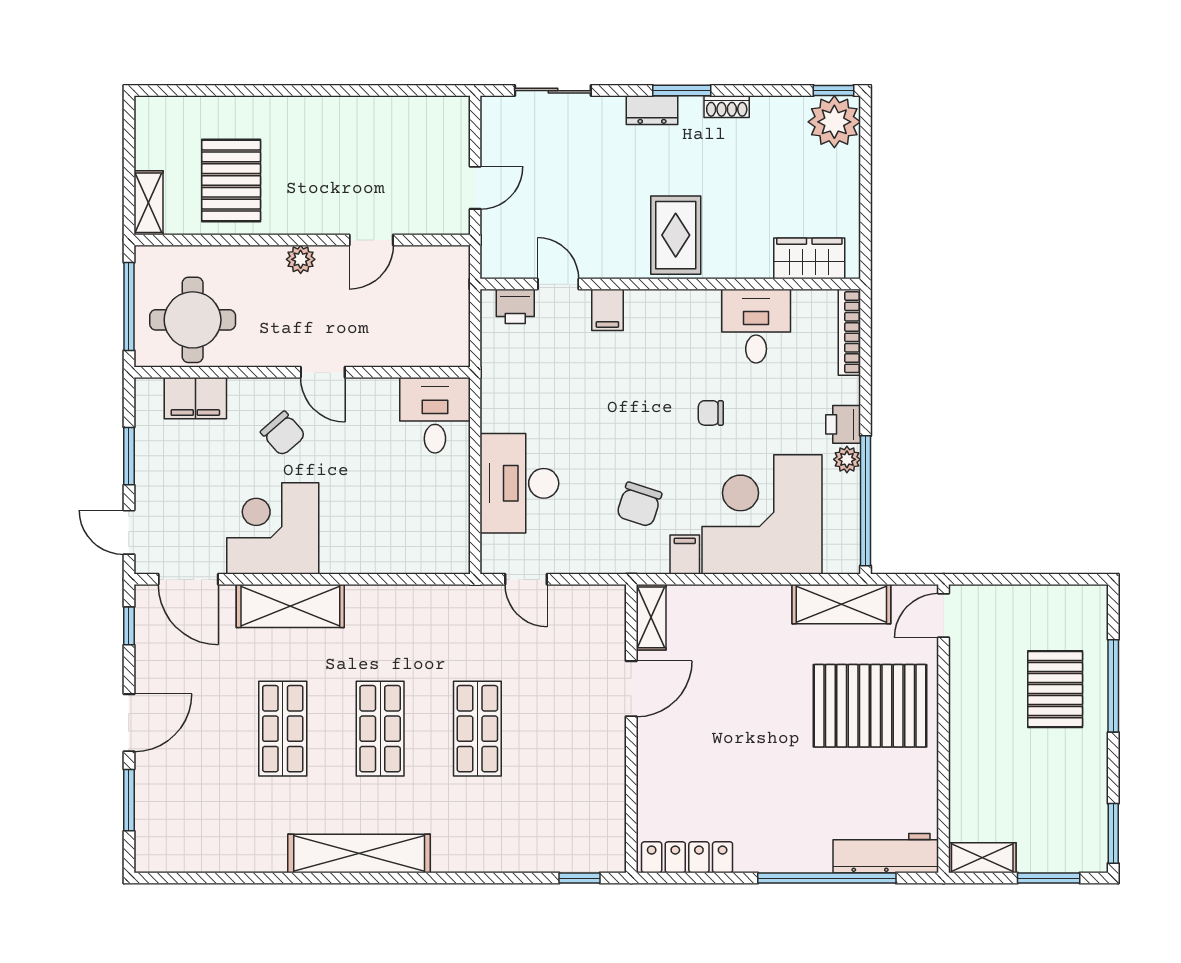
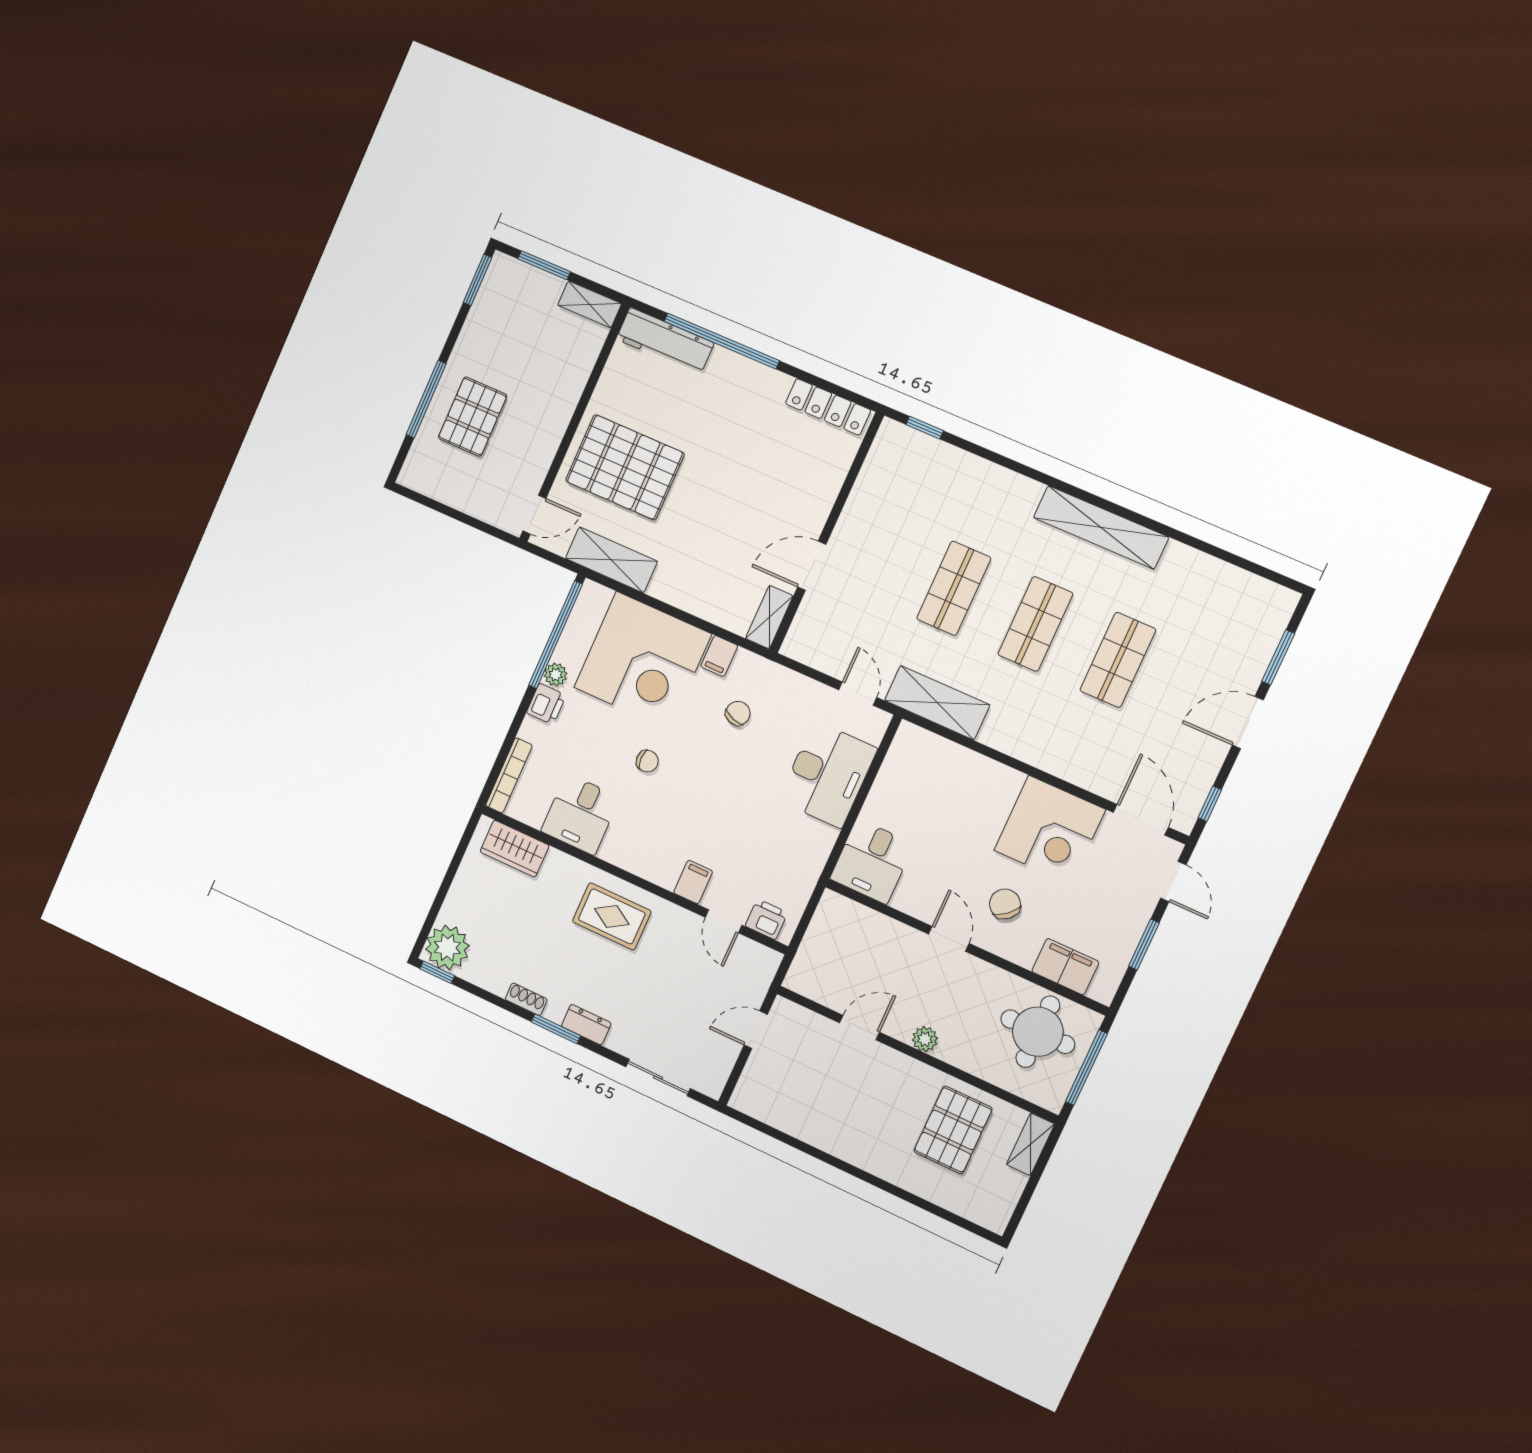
rug: (676, 235) -> (612, 916), turned 90
chair: (639, 505) -> (738, 713), width x0.73, depth x0.73
shelving: (290, 606) -> (937, 703), moved

